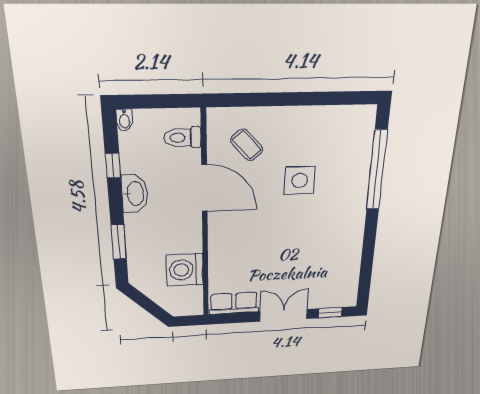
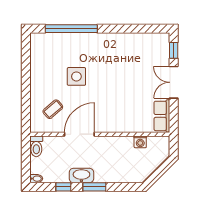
toilet: (183, 138) -> (36, 146), moved
window: (119, 242) -> (94, 187), moved
washing machine: (185, 270) -> (140, 142), width x0.53, depth x0.53

